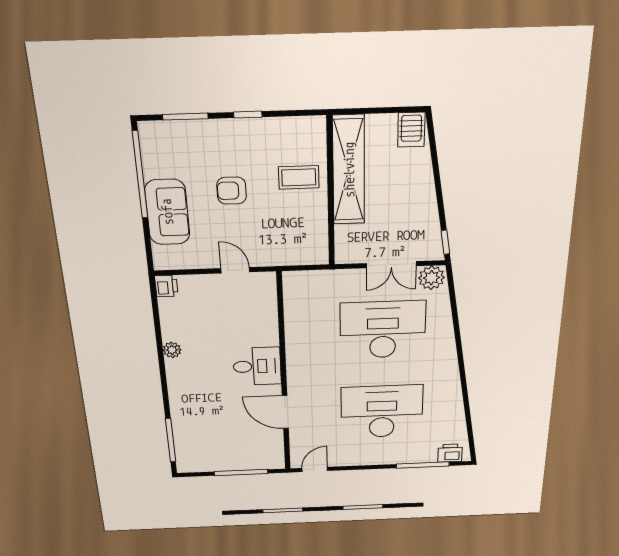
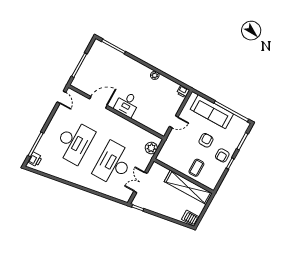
armchair: (241, 141) -> (222, 155), added
sofa: (167, 212) -> (212, 112), width x1.36
plant: (431, 278) -> (151, 148), moved
desk: (383, 330) -> (114, 164), turned 180

